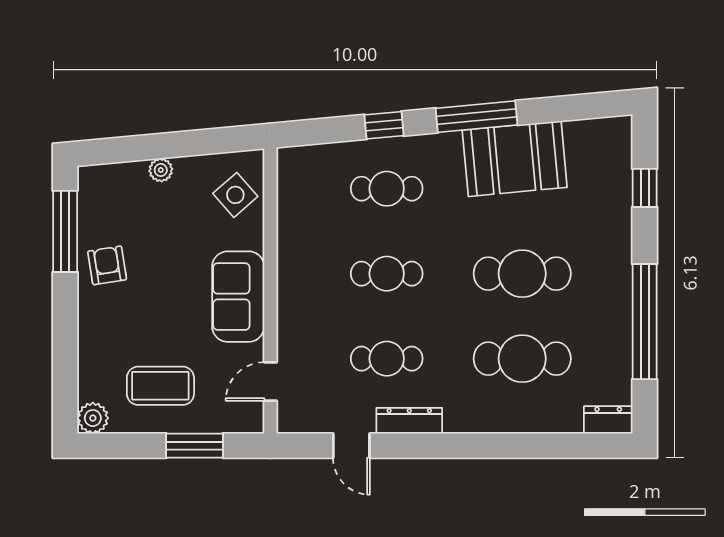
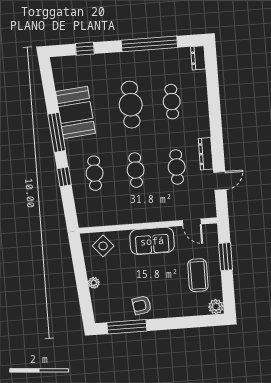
cafe table: (522, 359) -> (172, 102), width x0.73, depth x0.74

